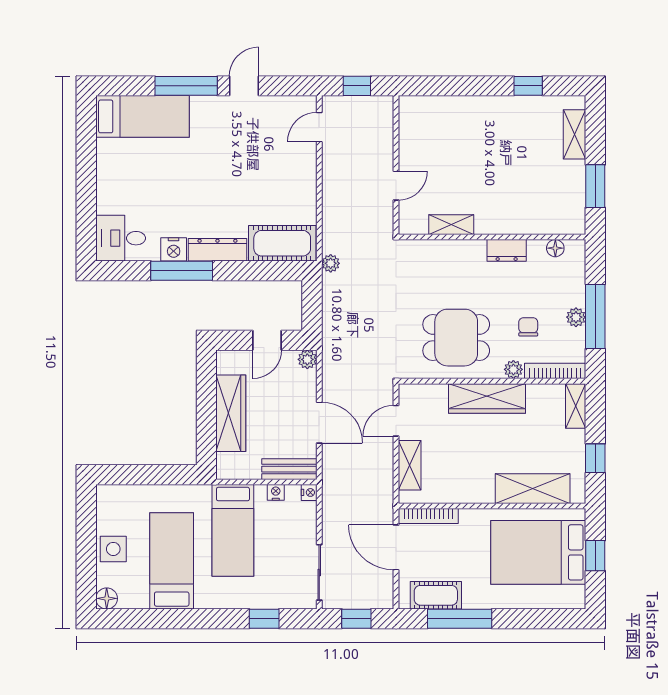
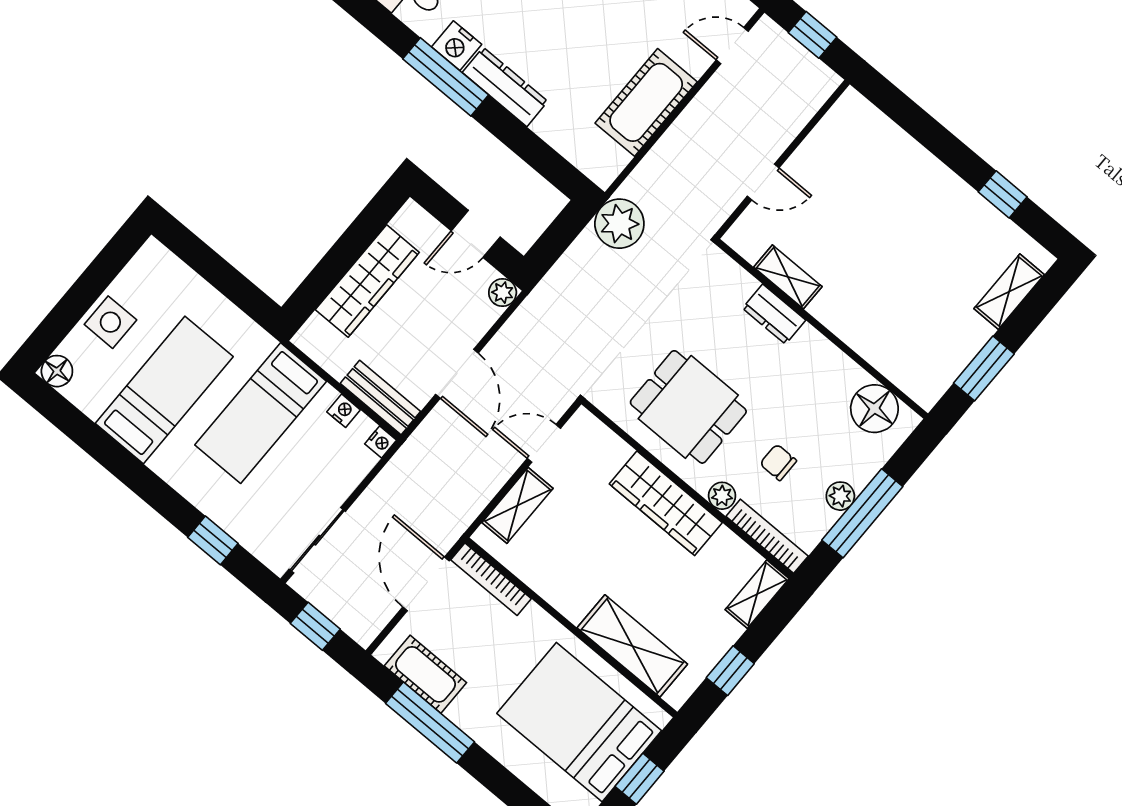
cot: (282, 243) -> (646, 102), moved, turned 90
floor lamp: (555, 248) -> (874, 409), width x1.89, depth x1.89
dresser: (507, 250) -> (774, 314), moved
plant: (331, 263) -> (619, 224), width x1.88, depth x1.88
chair: (528, 327) -> (778, 462), turned -90

